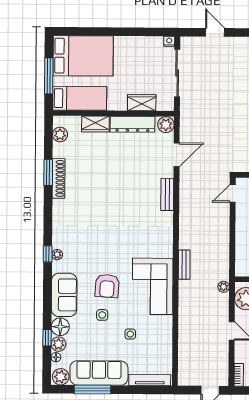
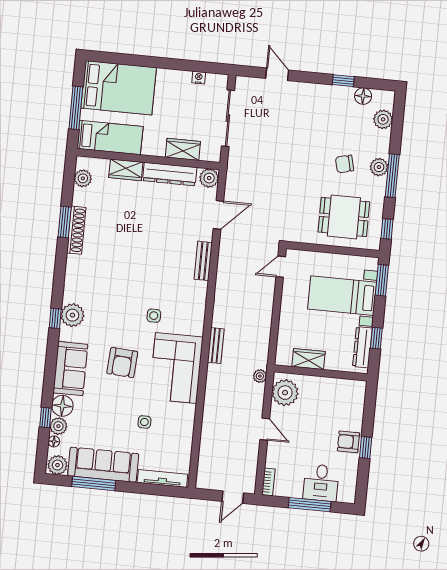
nightstand: (169, 41) -> (199, 78), moved
plant: (57, 255) -> (72, 315), width x1.87, depth x1.87
side table: (102, 315) -> (154, 316), moved

